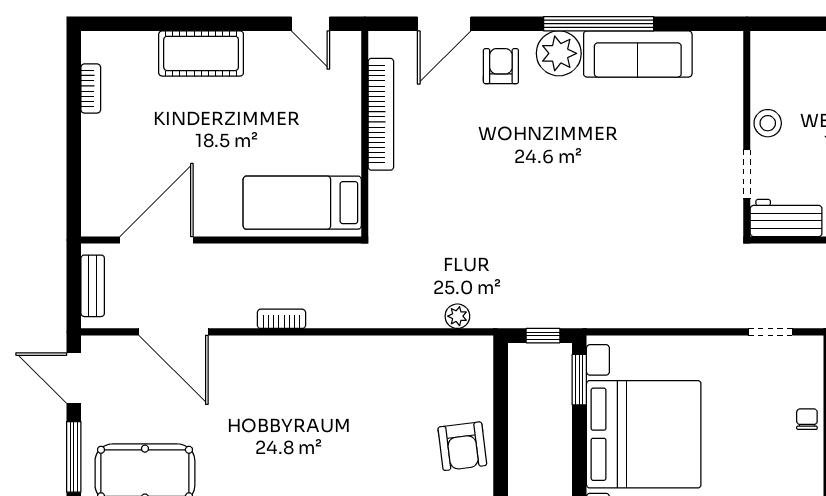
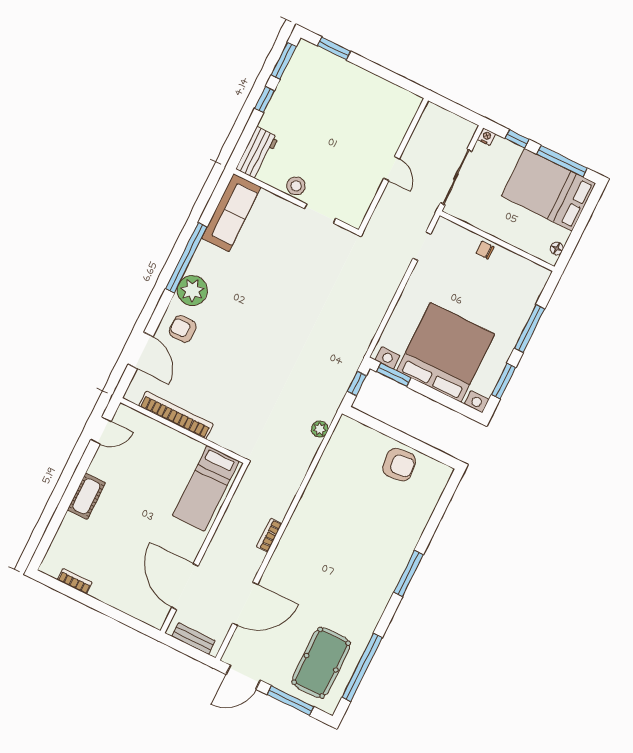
cot: (201, 53) -> (86, 496), width x0.73, depth x0.75
sofa: (638, 54) -> (231, 213), moved
workbench: (786, 218) -> (257, 153), moved, turned 180

